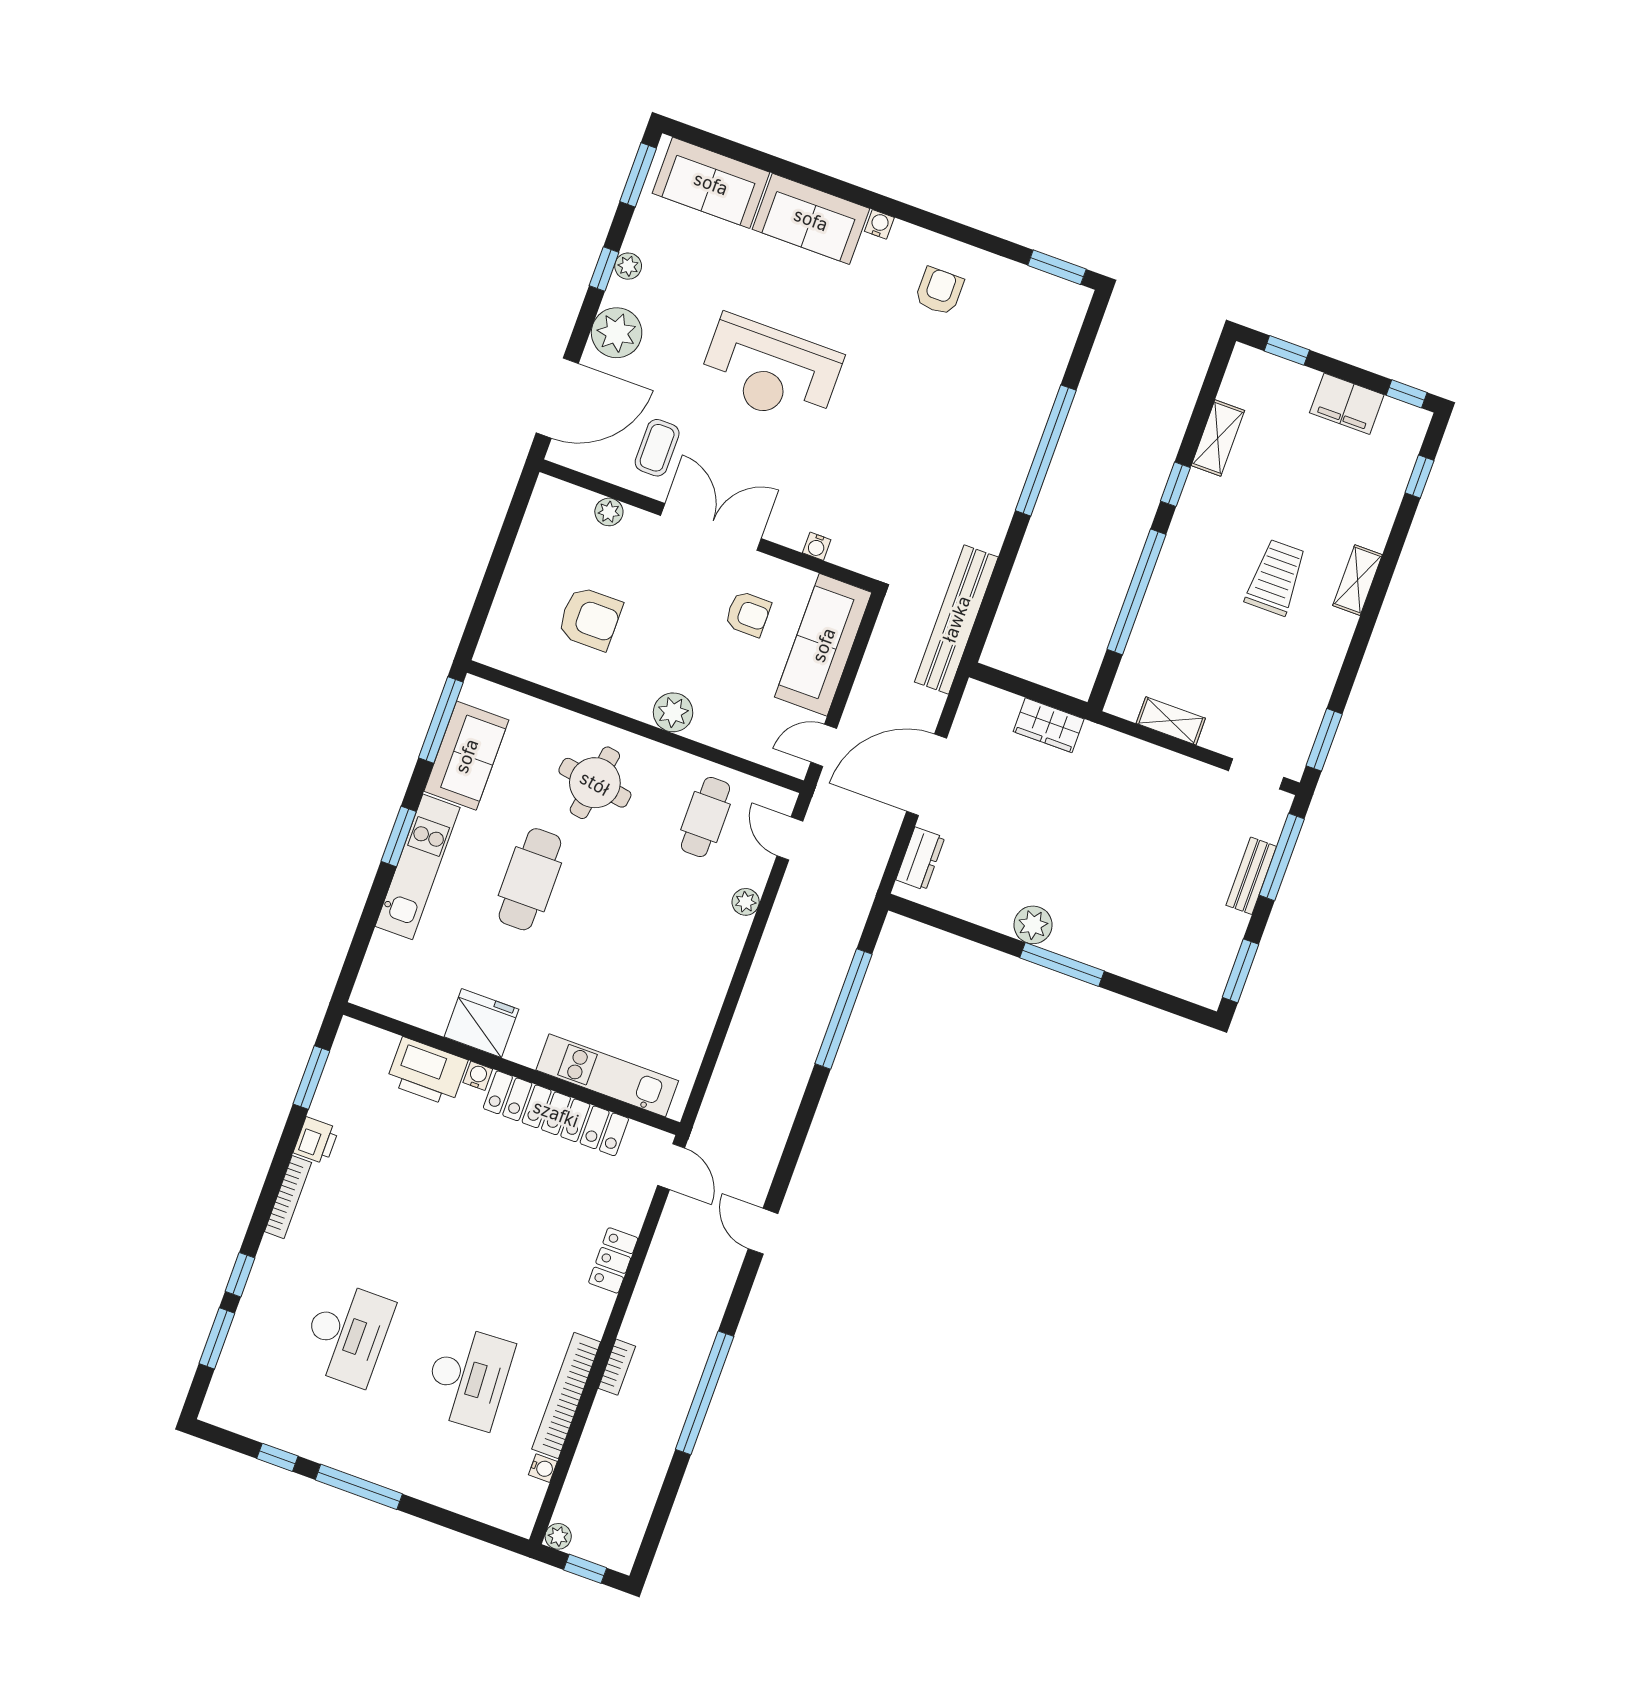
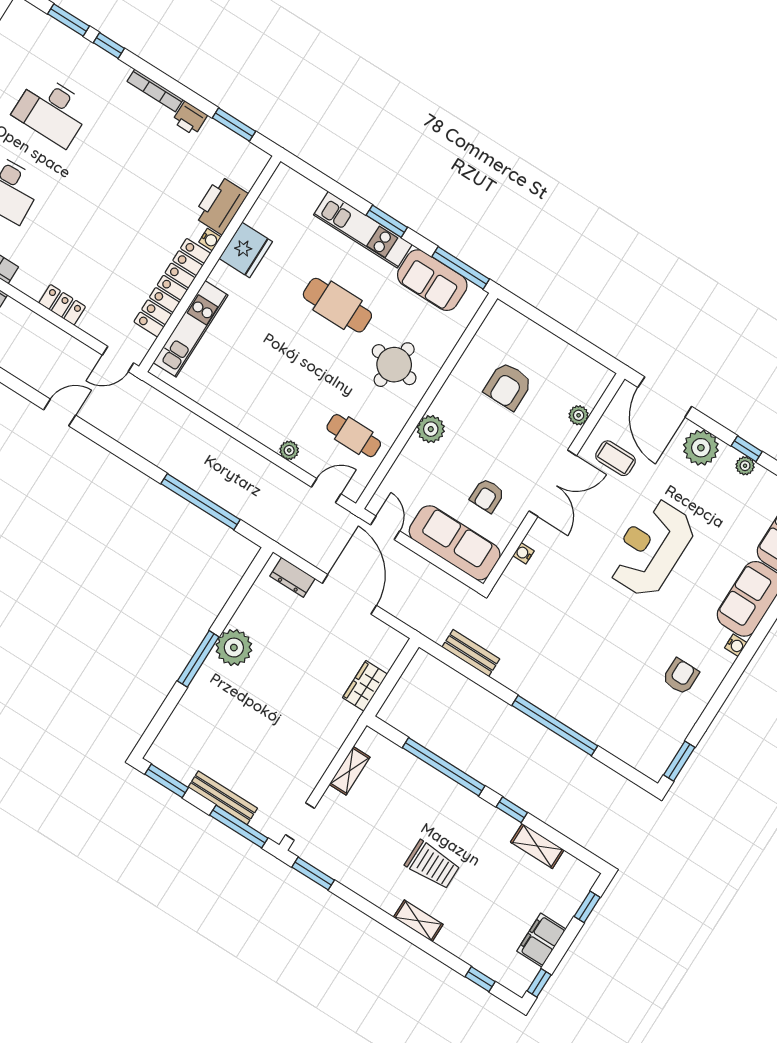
armchair: (939, 291) -> (681, 676), turned -90
bench: (956, 619) -> (471, 653), width x0.54, depth x0.82
bench: (1251, 876) -> (223, 798), width x1.36
plant: (1033, 925) -> (234, 648), width x1.36, depth x1.36

